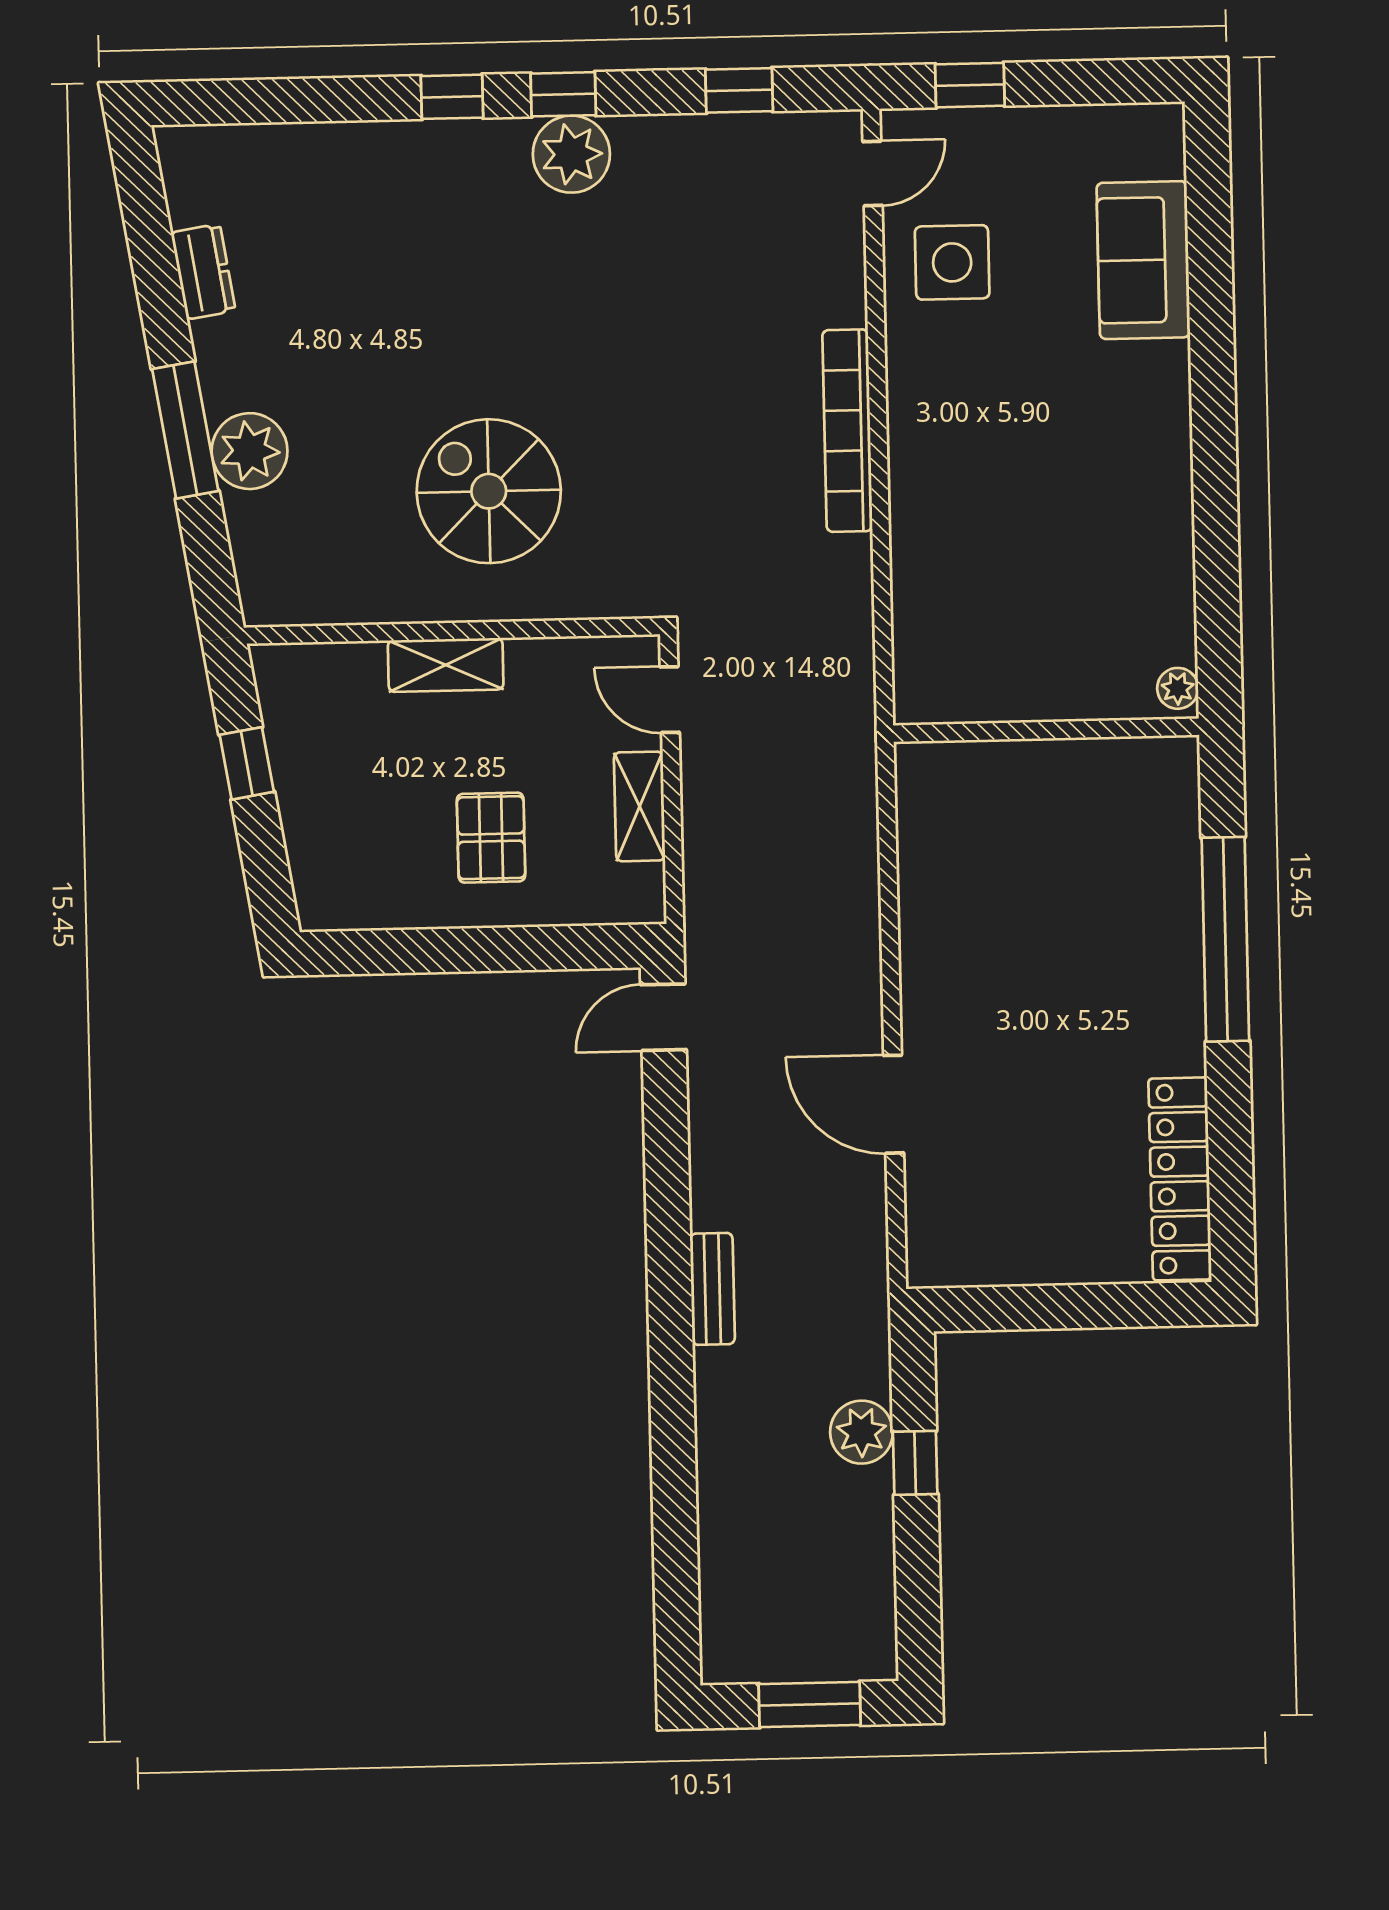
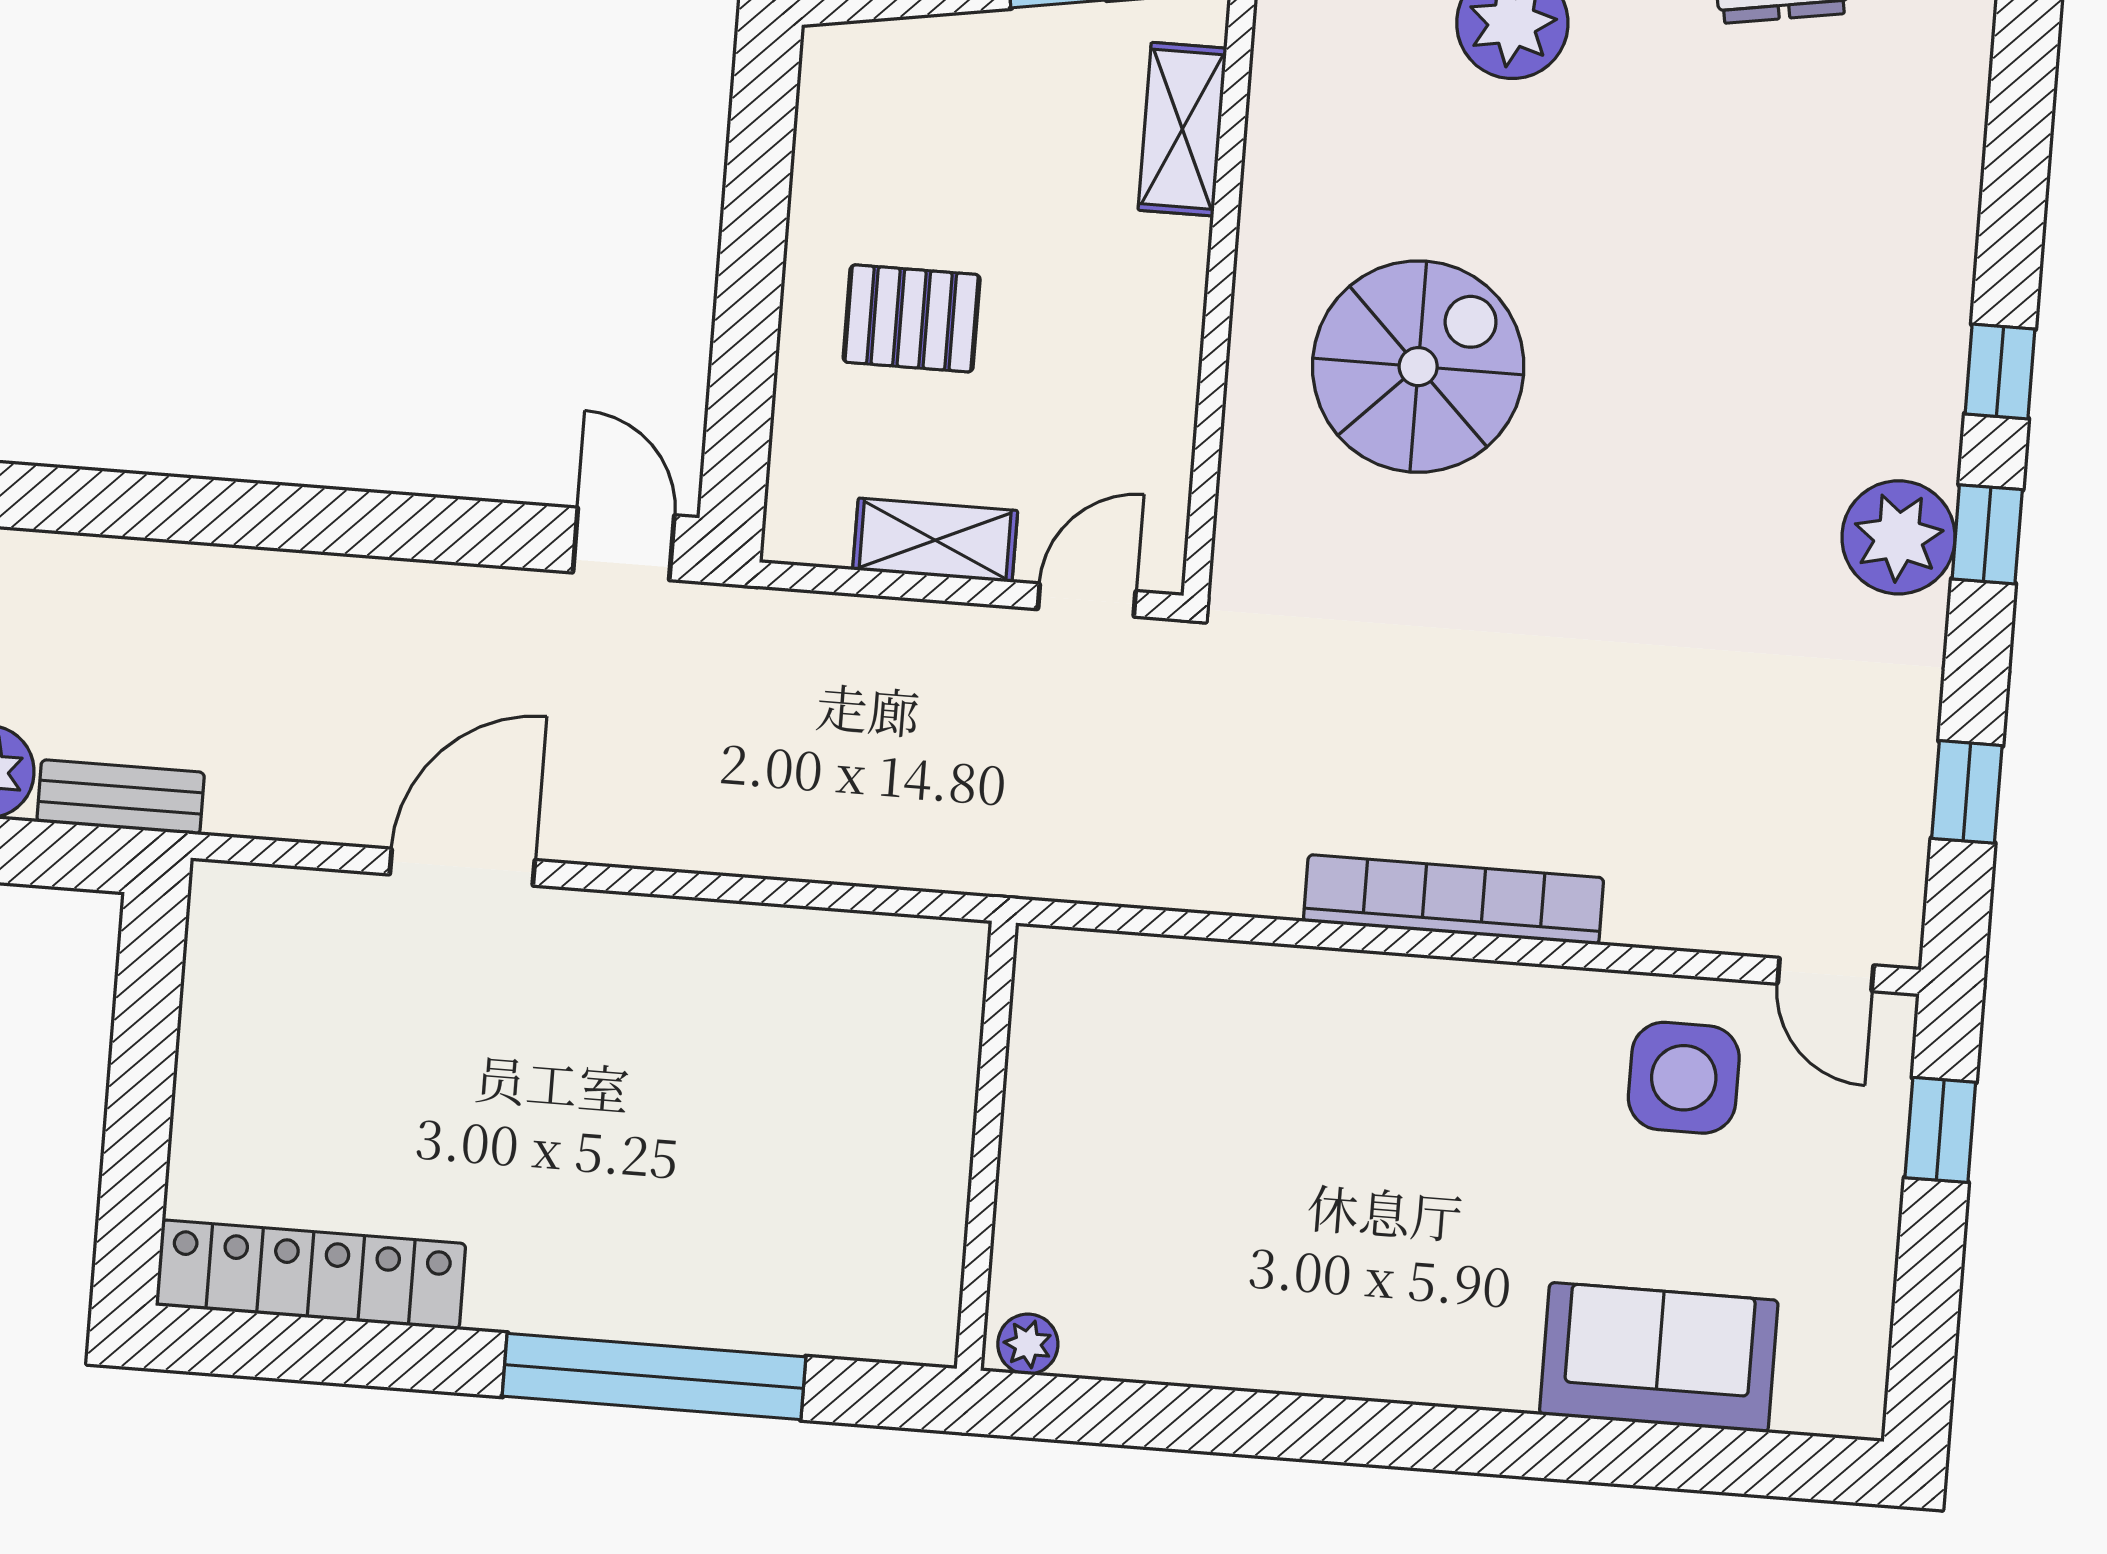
shelving: (446, 665) -> (1182, 129), moved
bench: (712, 1289) -> (121, 797), moved

